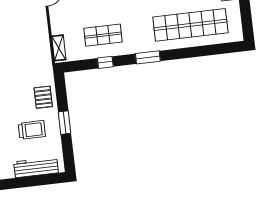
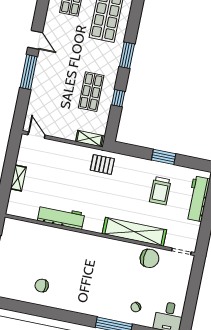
pallet: (43, 97) -> (102, 164), moved
trolley: (32, 130) -> (160, 191), turned 180

